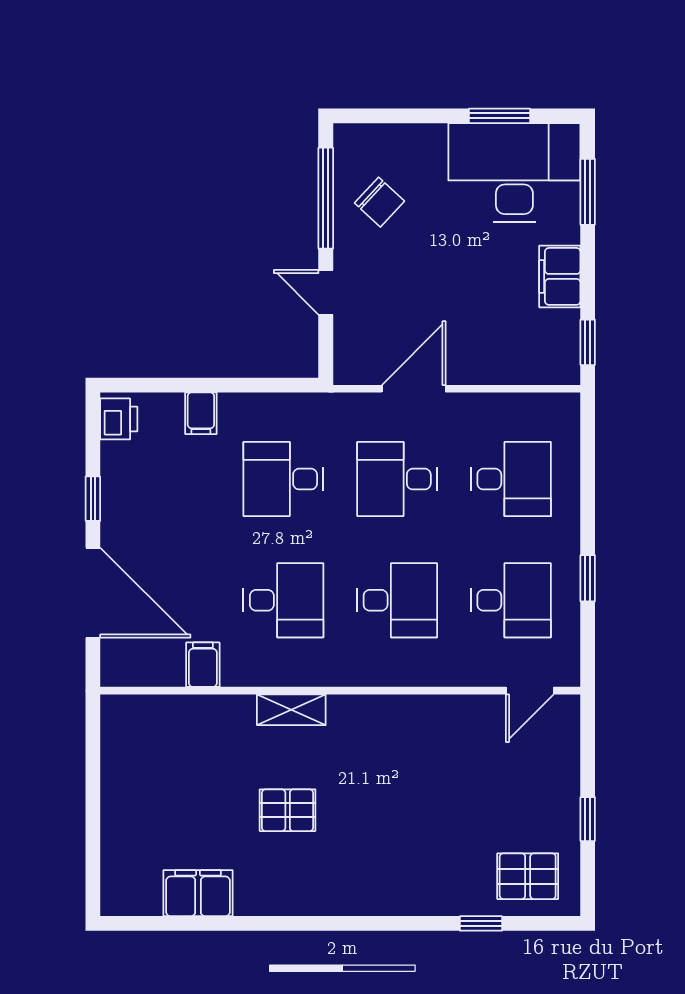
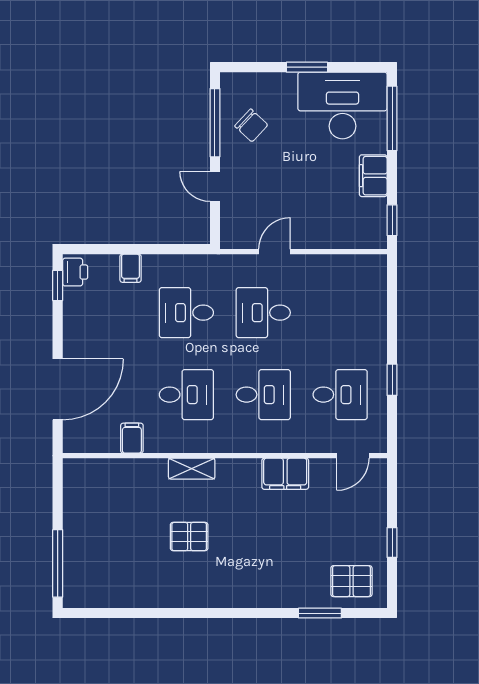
window: (499, 116) -> (307, 67), moved
window: (588, 192) -> (392, 118), width x1.44
door: (414, 389) -> (274, 252), width x0.73
desk: (511, 479) -> (340, 313), removed
window: (93, 499) -> (58, 285), moved
door: (93, 593) -> (58, 389), hinge flipped
window: (93, 850) -> (58, 563), added
filing cabinet: (198, 893) -> (285, 474), moved, turned 180
window: (481, 923) -> (320, 613), width x1.50

